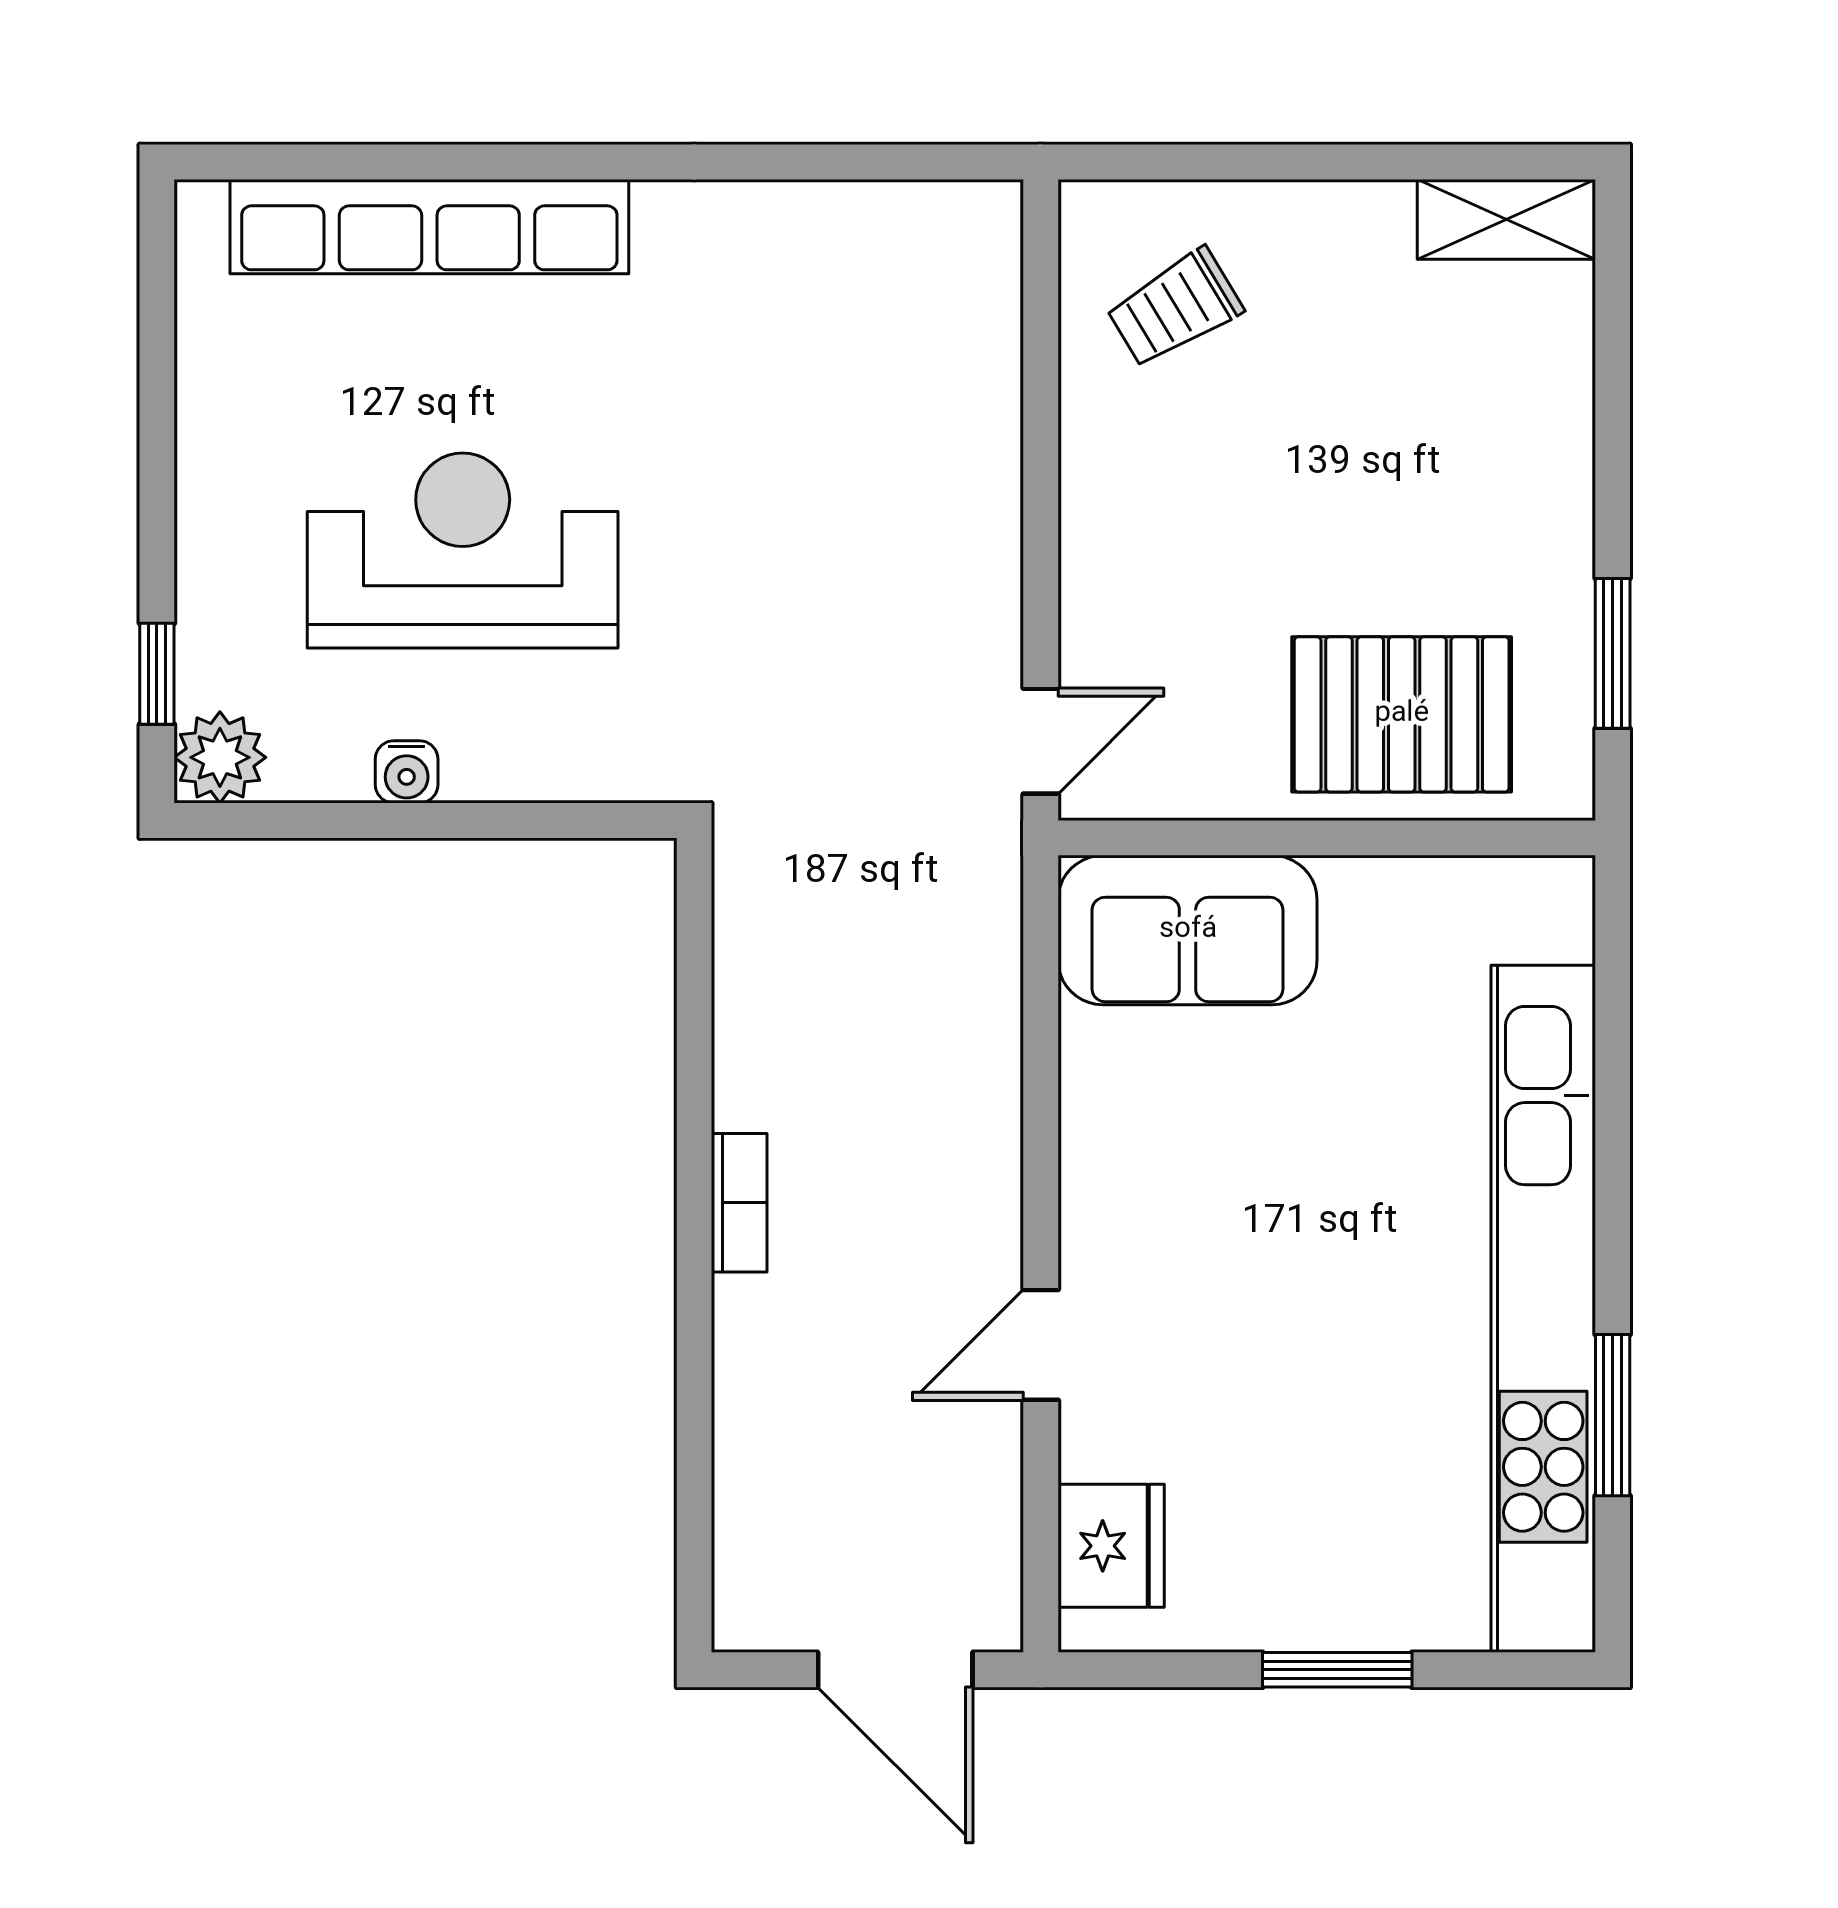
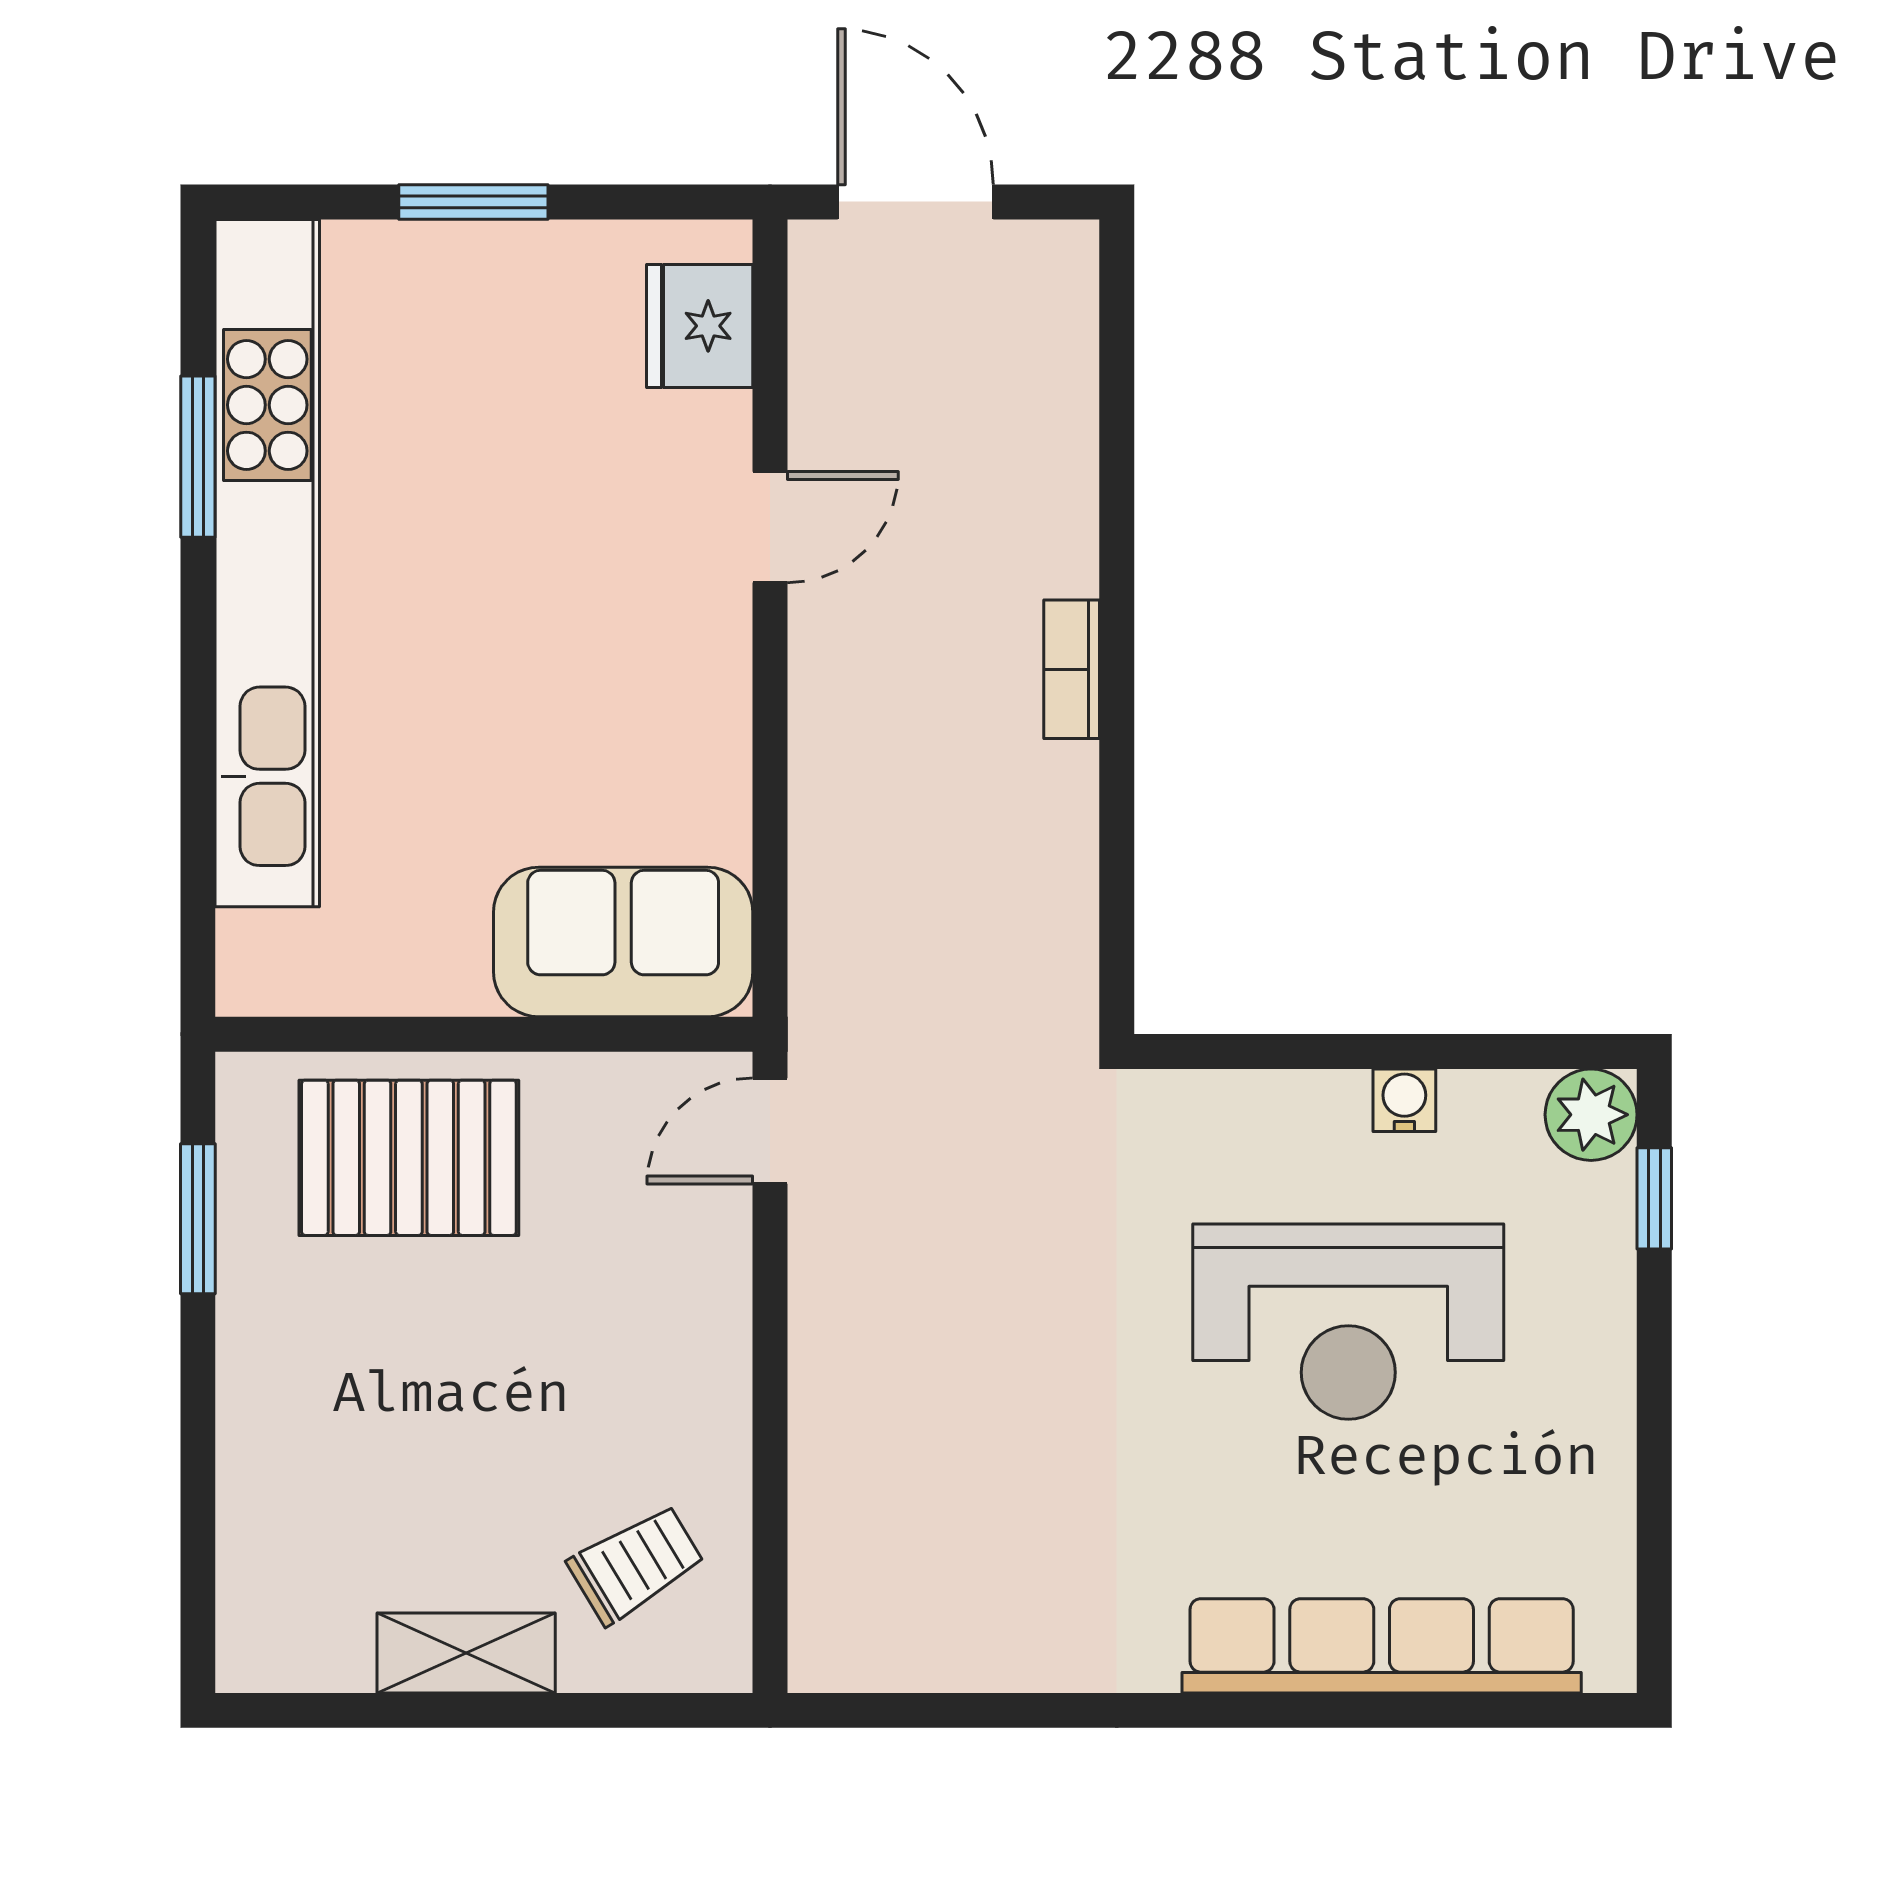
shelving: (1506, 219) -> (466, 1653), moved

